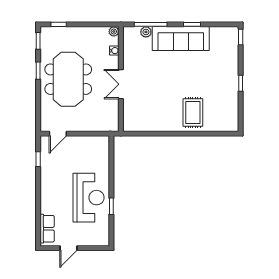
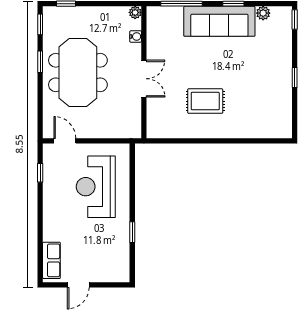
plant: (146, 32) -> (263, 13), moved
double door: (121, 84) -> (144, 79), swing flipped
rug: (193, 113) -> (205, 101), moved, turned 90
door: (58, 134) -> (65, 141), swing flipped
reception desk: (88, 198) -> (96, 187), moved, turned 180

